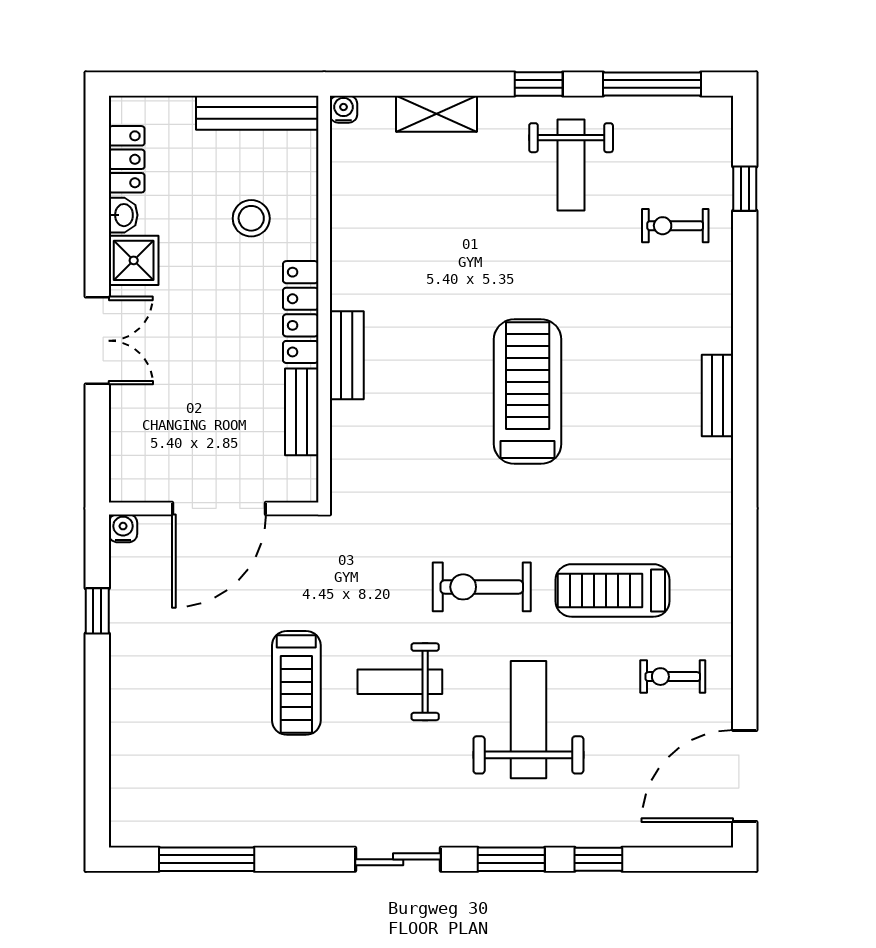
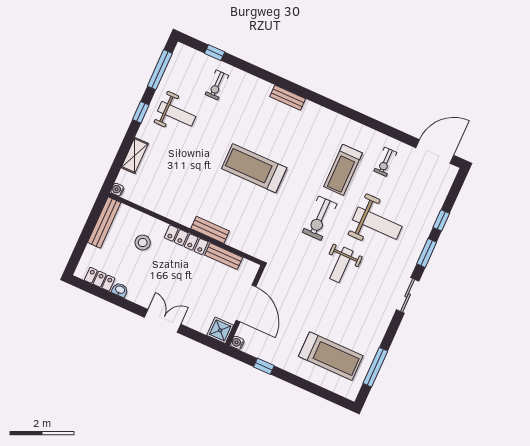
shower: (134, 260) -> (220, 330), moved
treadmill: (296, 683) -> (331, 356), moved, width x1.37, depth x1.38
weight bench: (528, 720) -> (377, 223), turned 180
door: (745, 776) -> (435, 152), swing flipped

